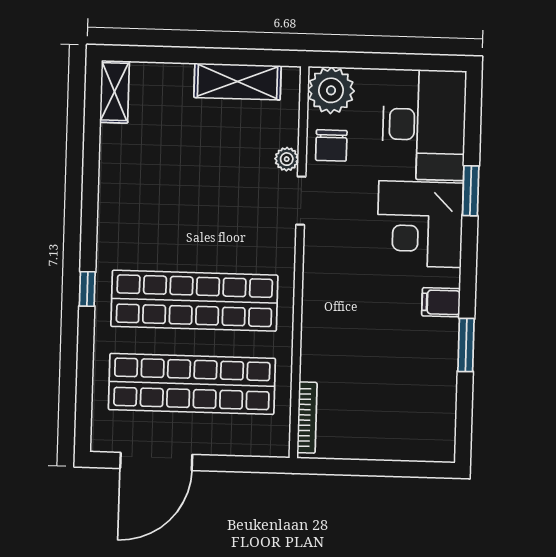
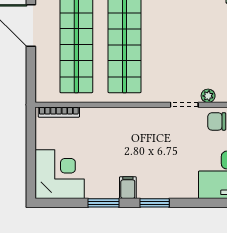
window: (471, 191) -> (155, 203), moved
corner desk: (420, 224) -> (60, 174), moved, turned 90

